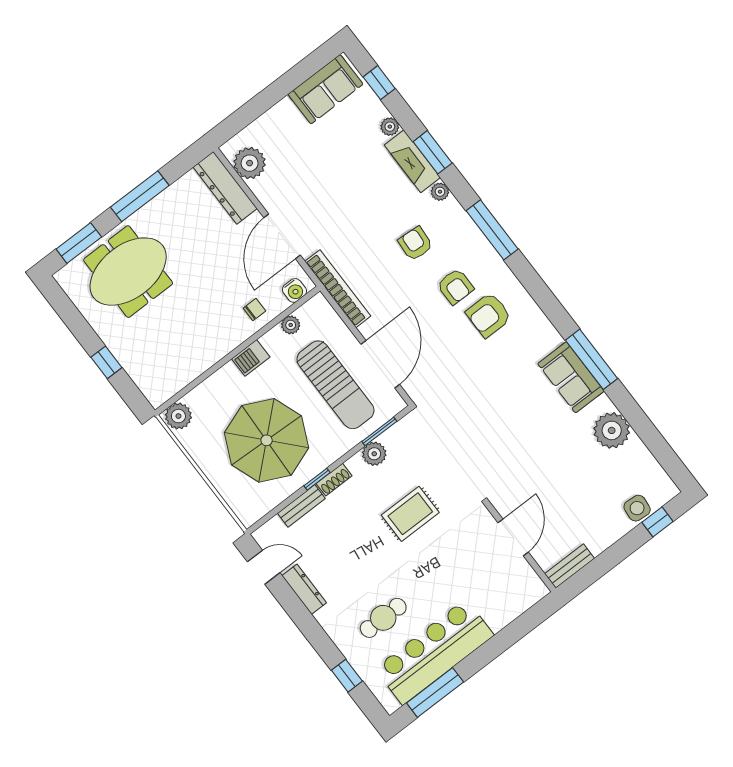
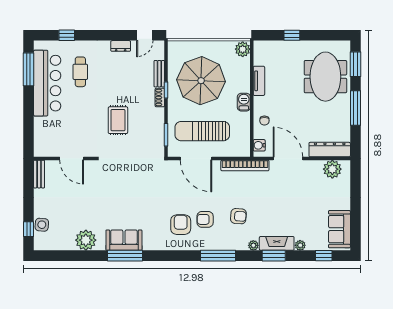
plant: (291, 325) -> (245, 132), removed
tv unit: (205, 360) -> (259, 81), added
plant: (374, 454) -> (158, 125), removed
dresser: (304, 589) -> (121, 46), width x0.70

